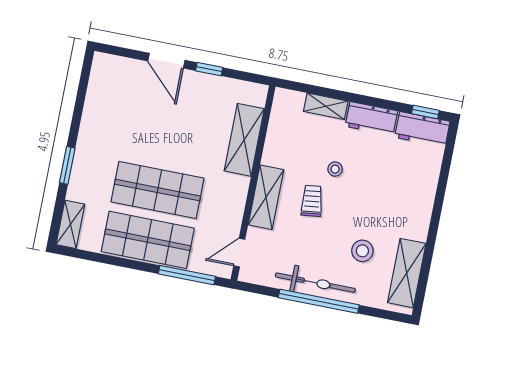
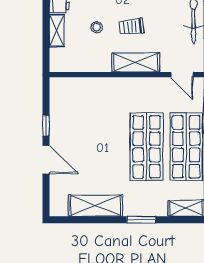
door: (166, 61) -> (46, 160), hinge flipped
shelving: (244, 140) -> (96, 206), moved
stool: (335, 169) -> (97, 27), moved

